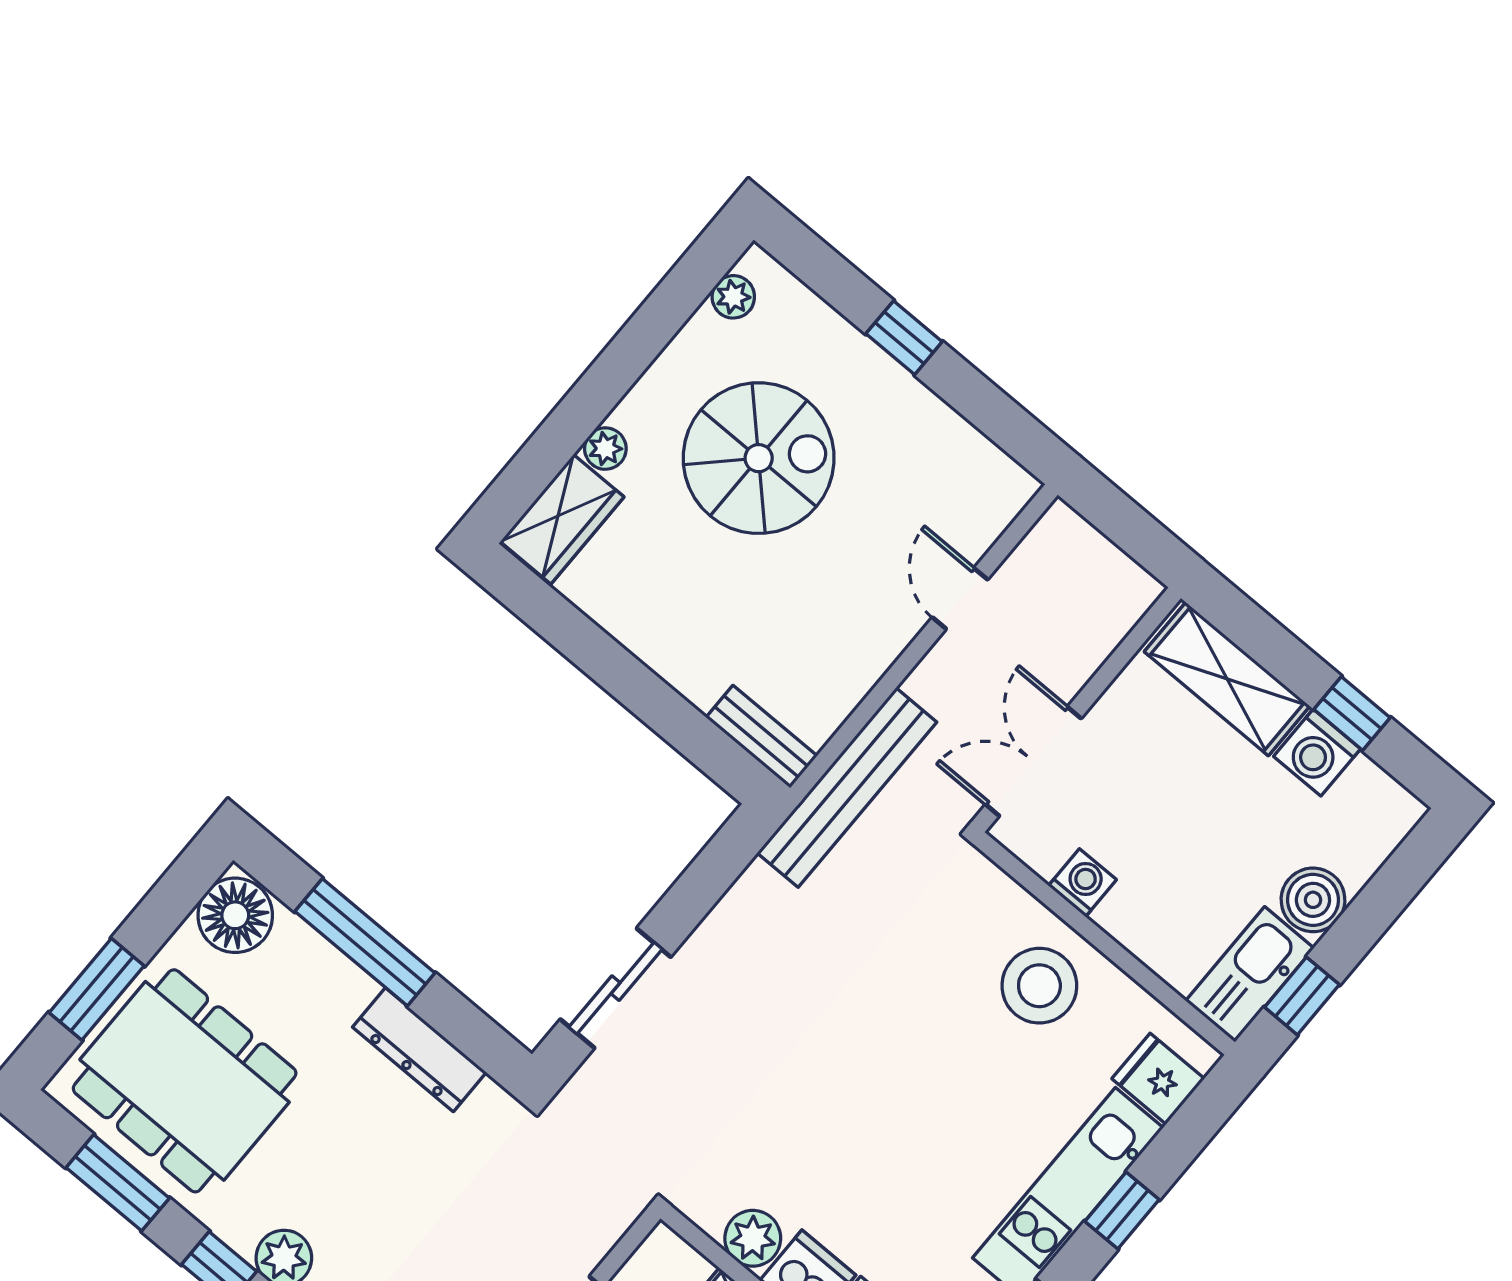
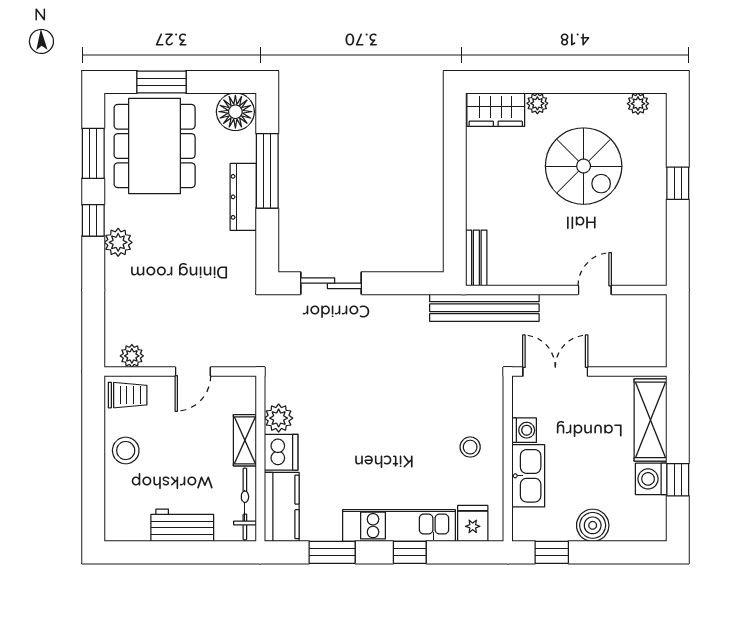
kitchen sink: (1250, 974) -> (528, 476), moved, turned 90
stool: (1039, 986) -> (470, 447), width x0.53, depth x0.53
dresser: (419, 1050) -> (243, 197), moved

